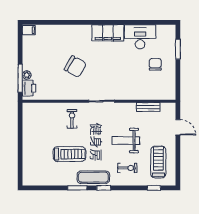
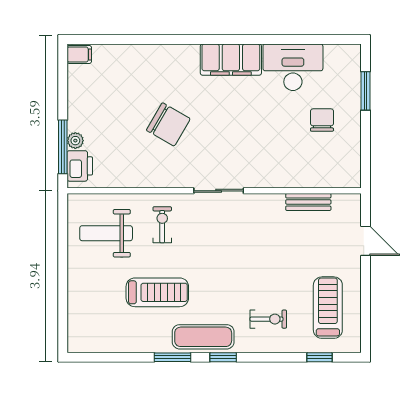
weight bench: (126, 141) -> (106, 233), moved

